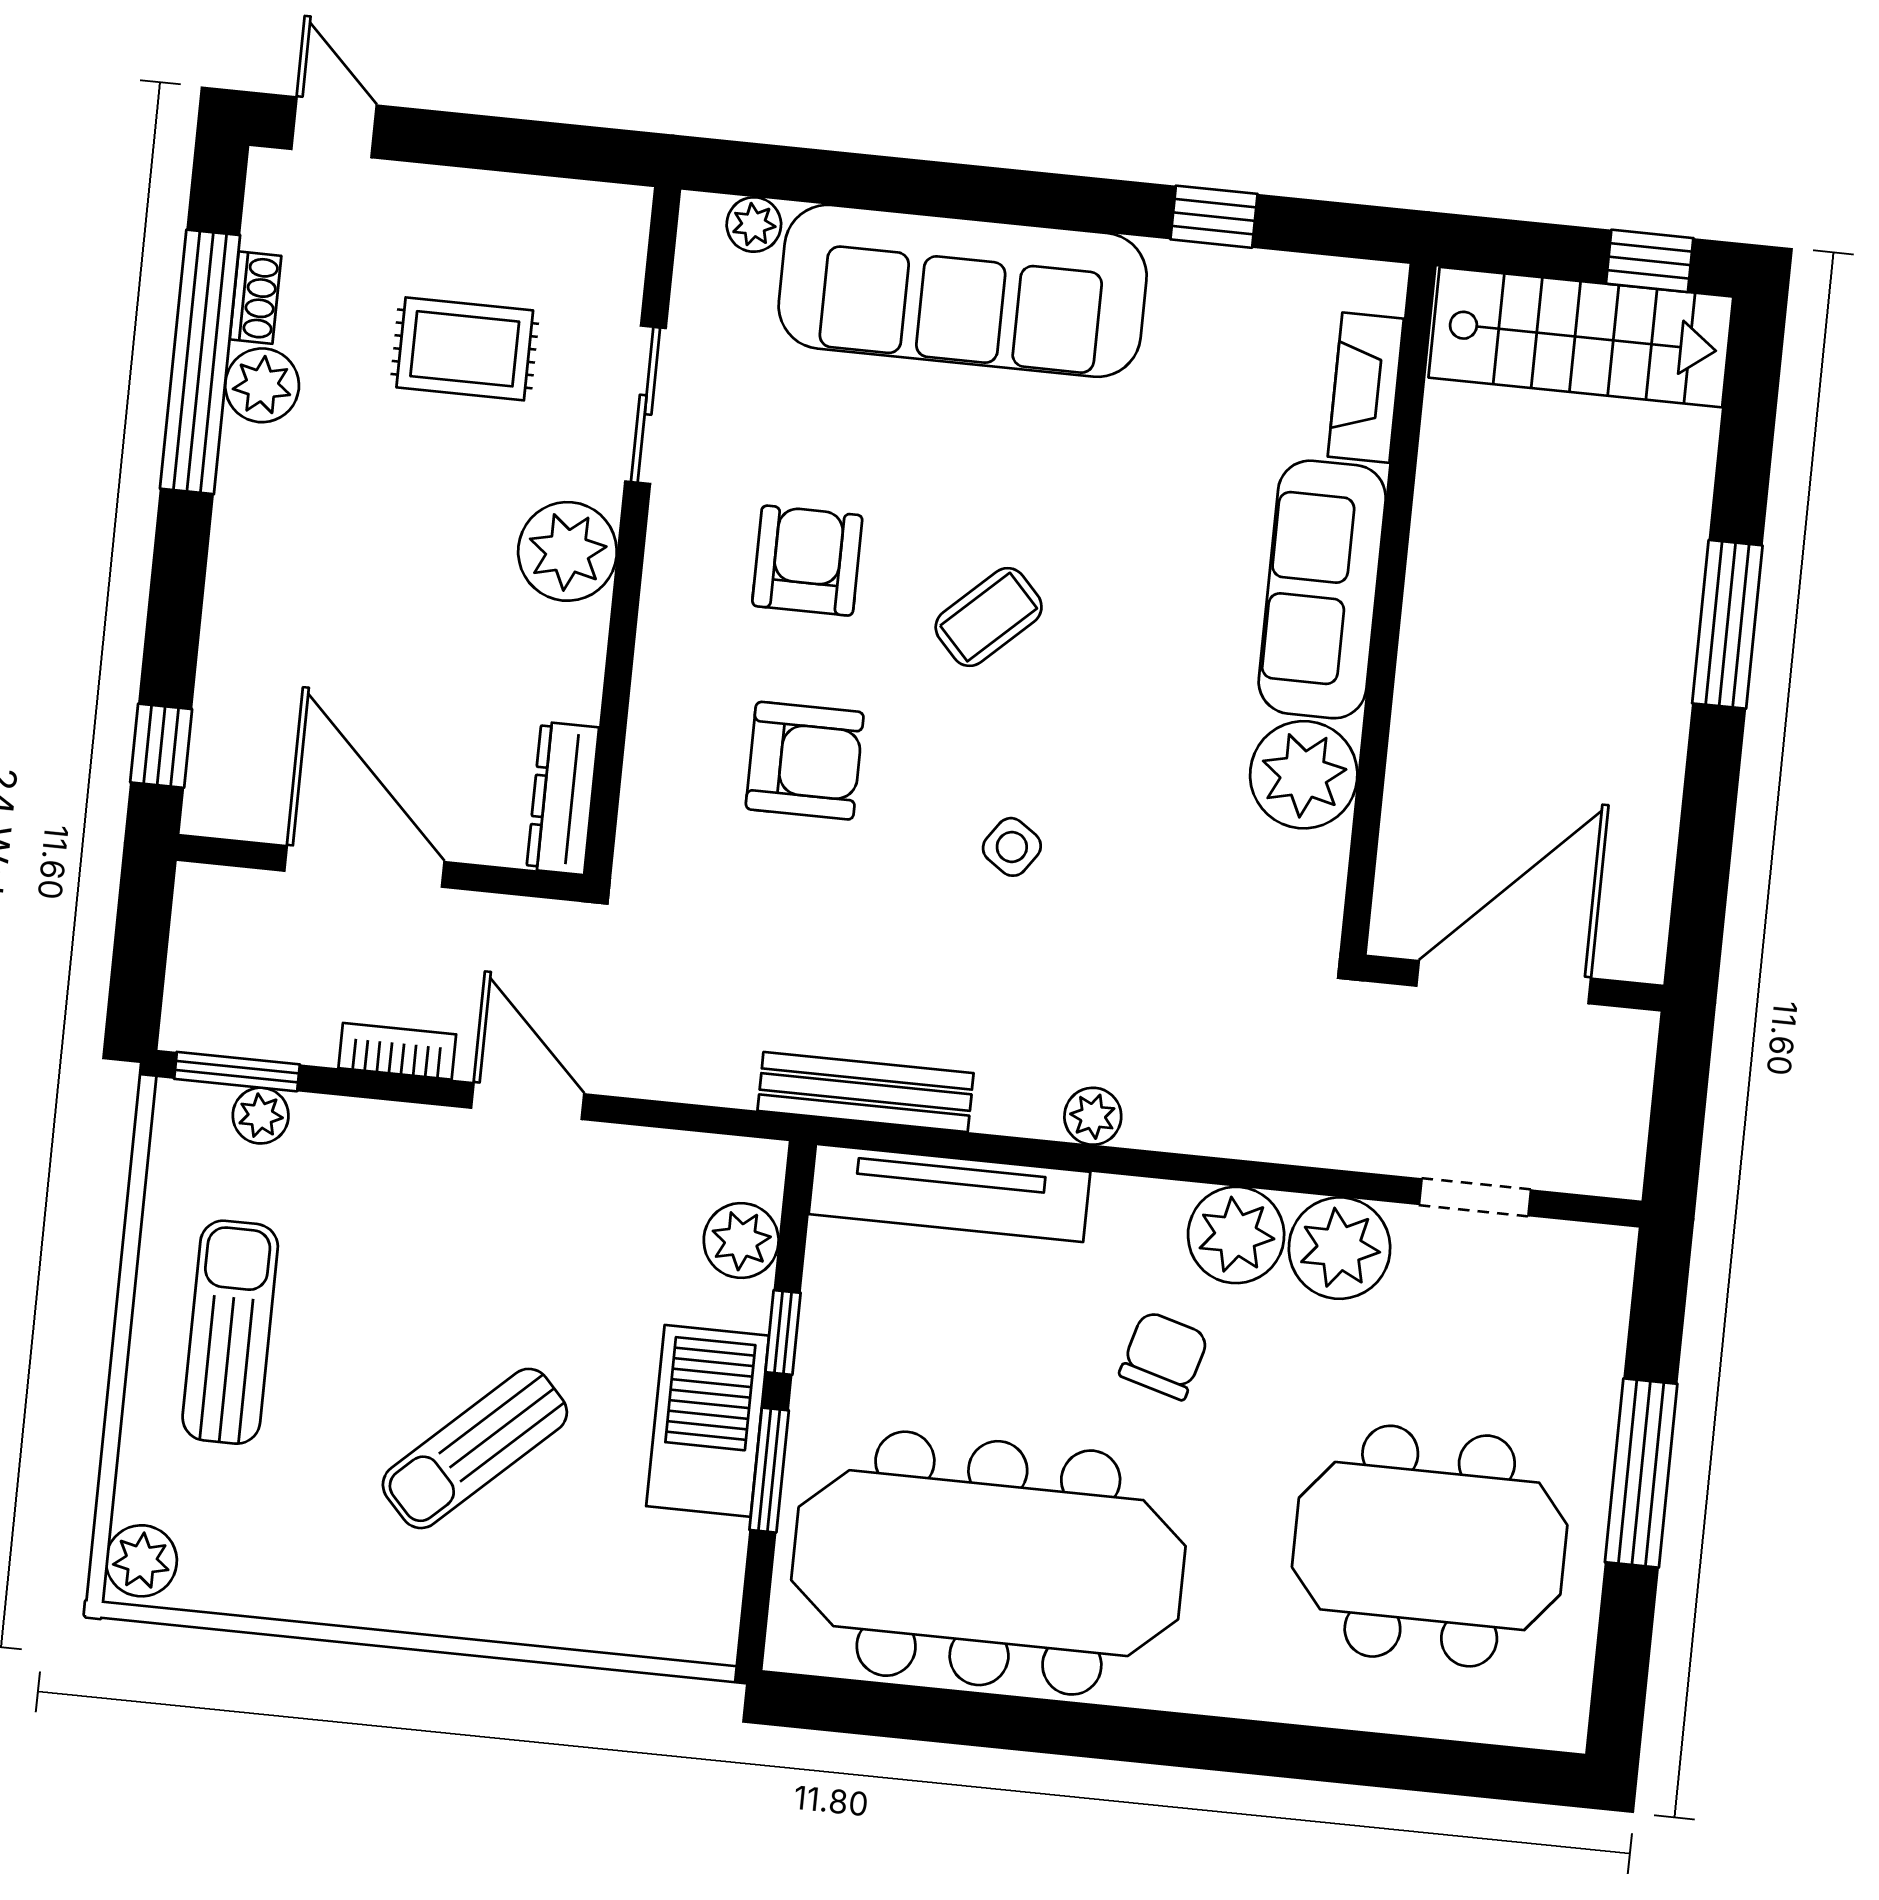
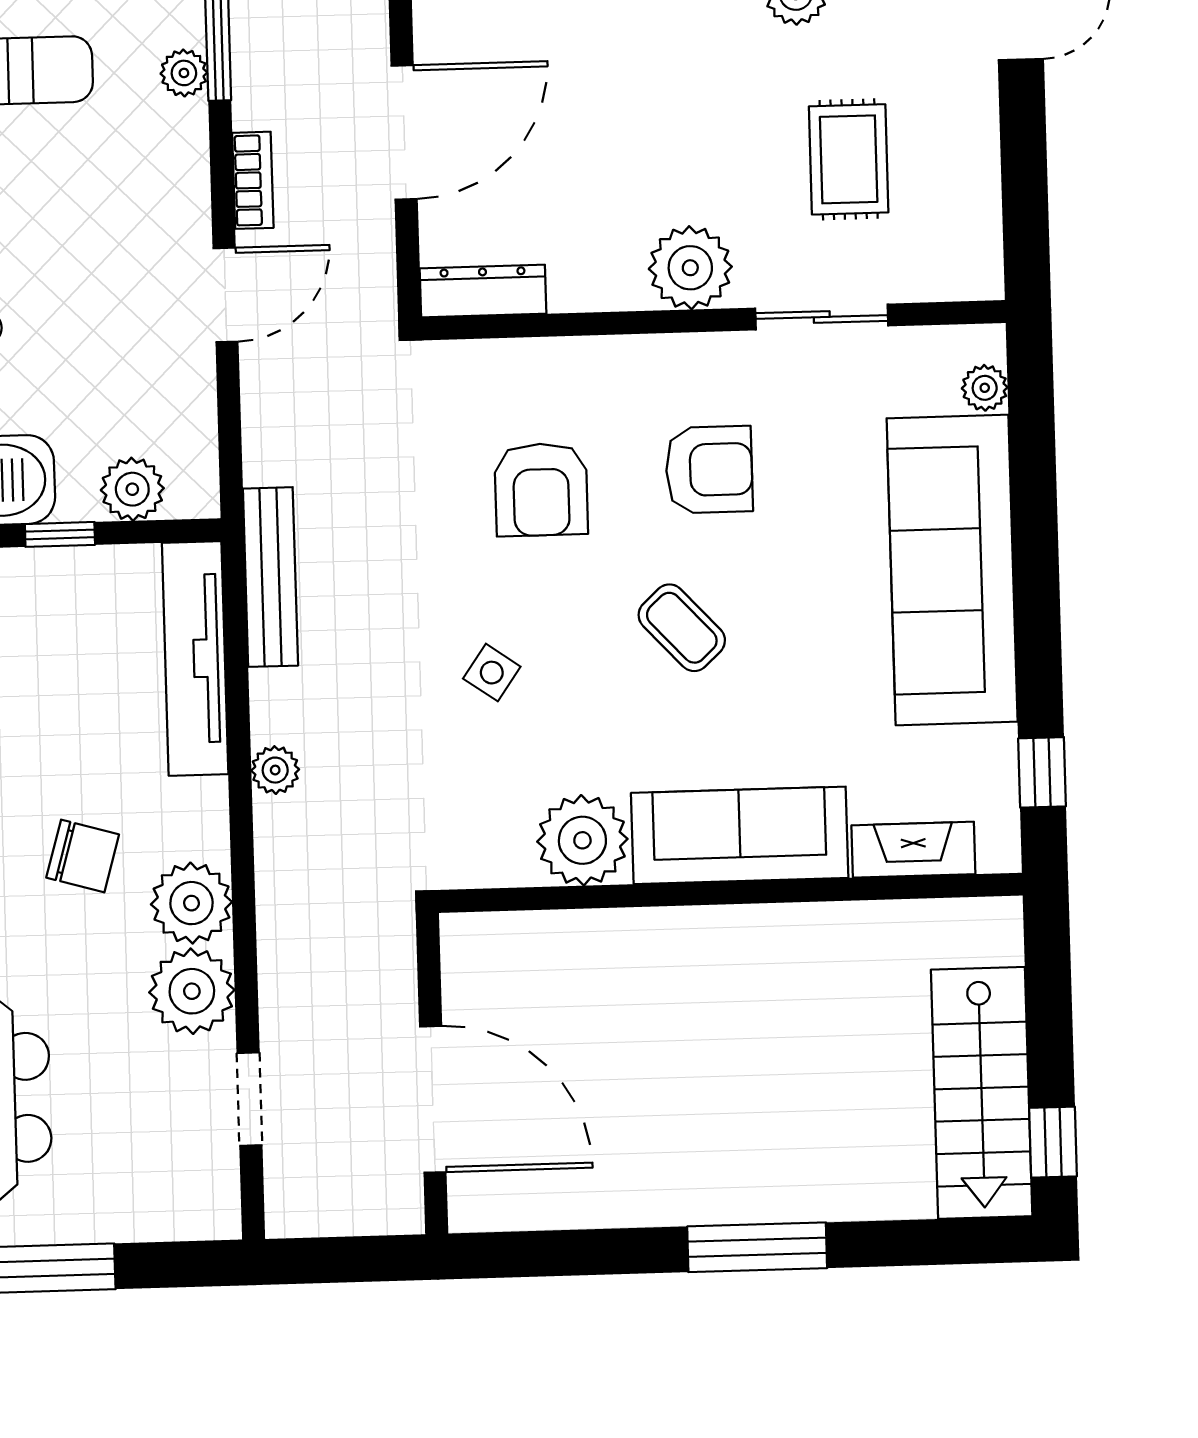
fireplace: (1366, 388) -> (913, 850), moved
sofa: (1322, 589) -> (740, 835), moved
wall: (1388, 609) -> (730, 893), moved
plant: (1304, 775) -> (582, 840), moved

